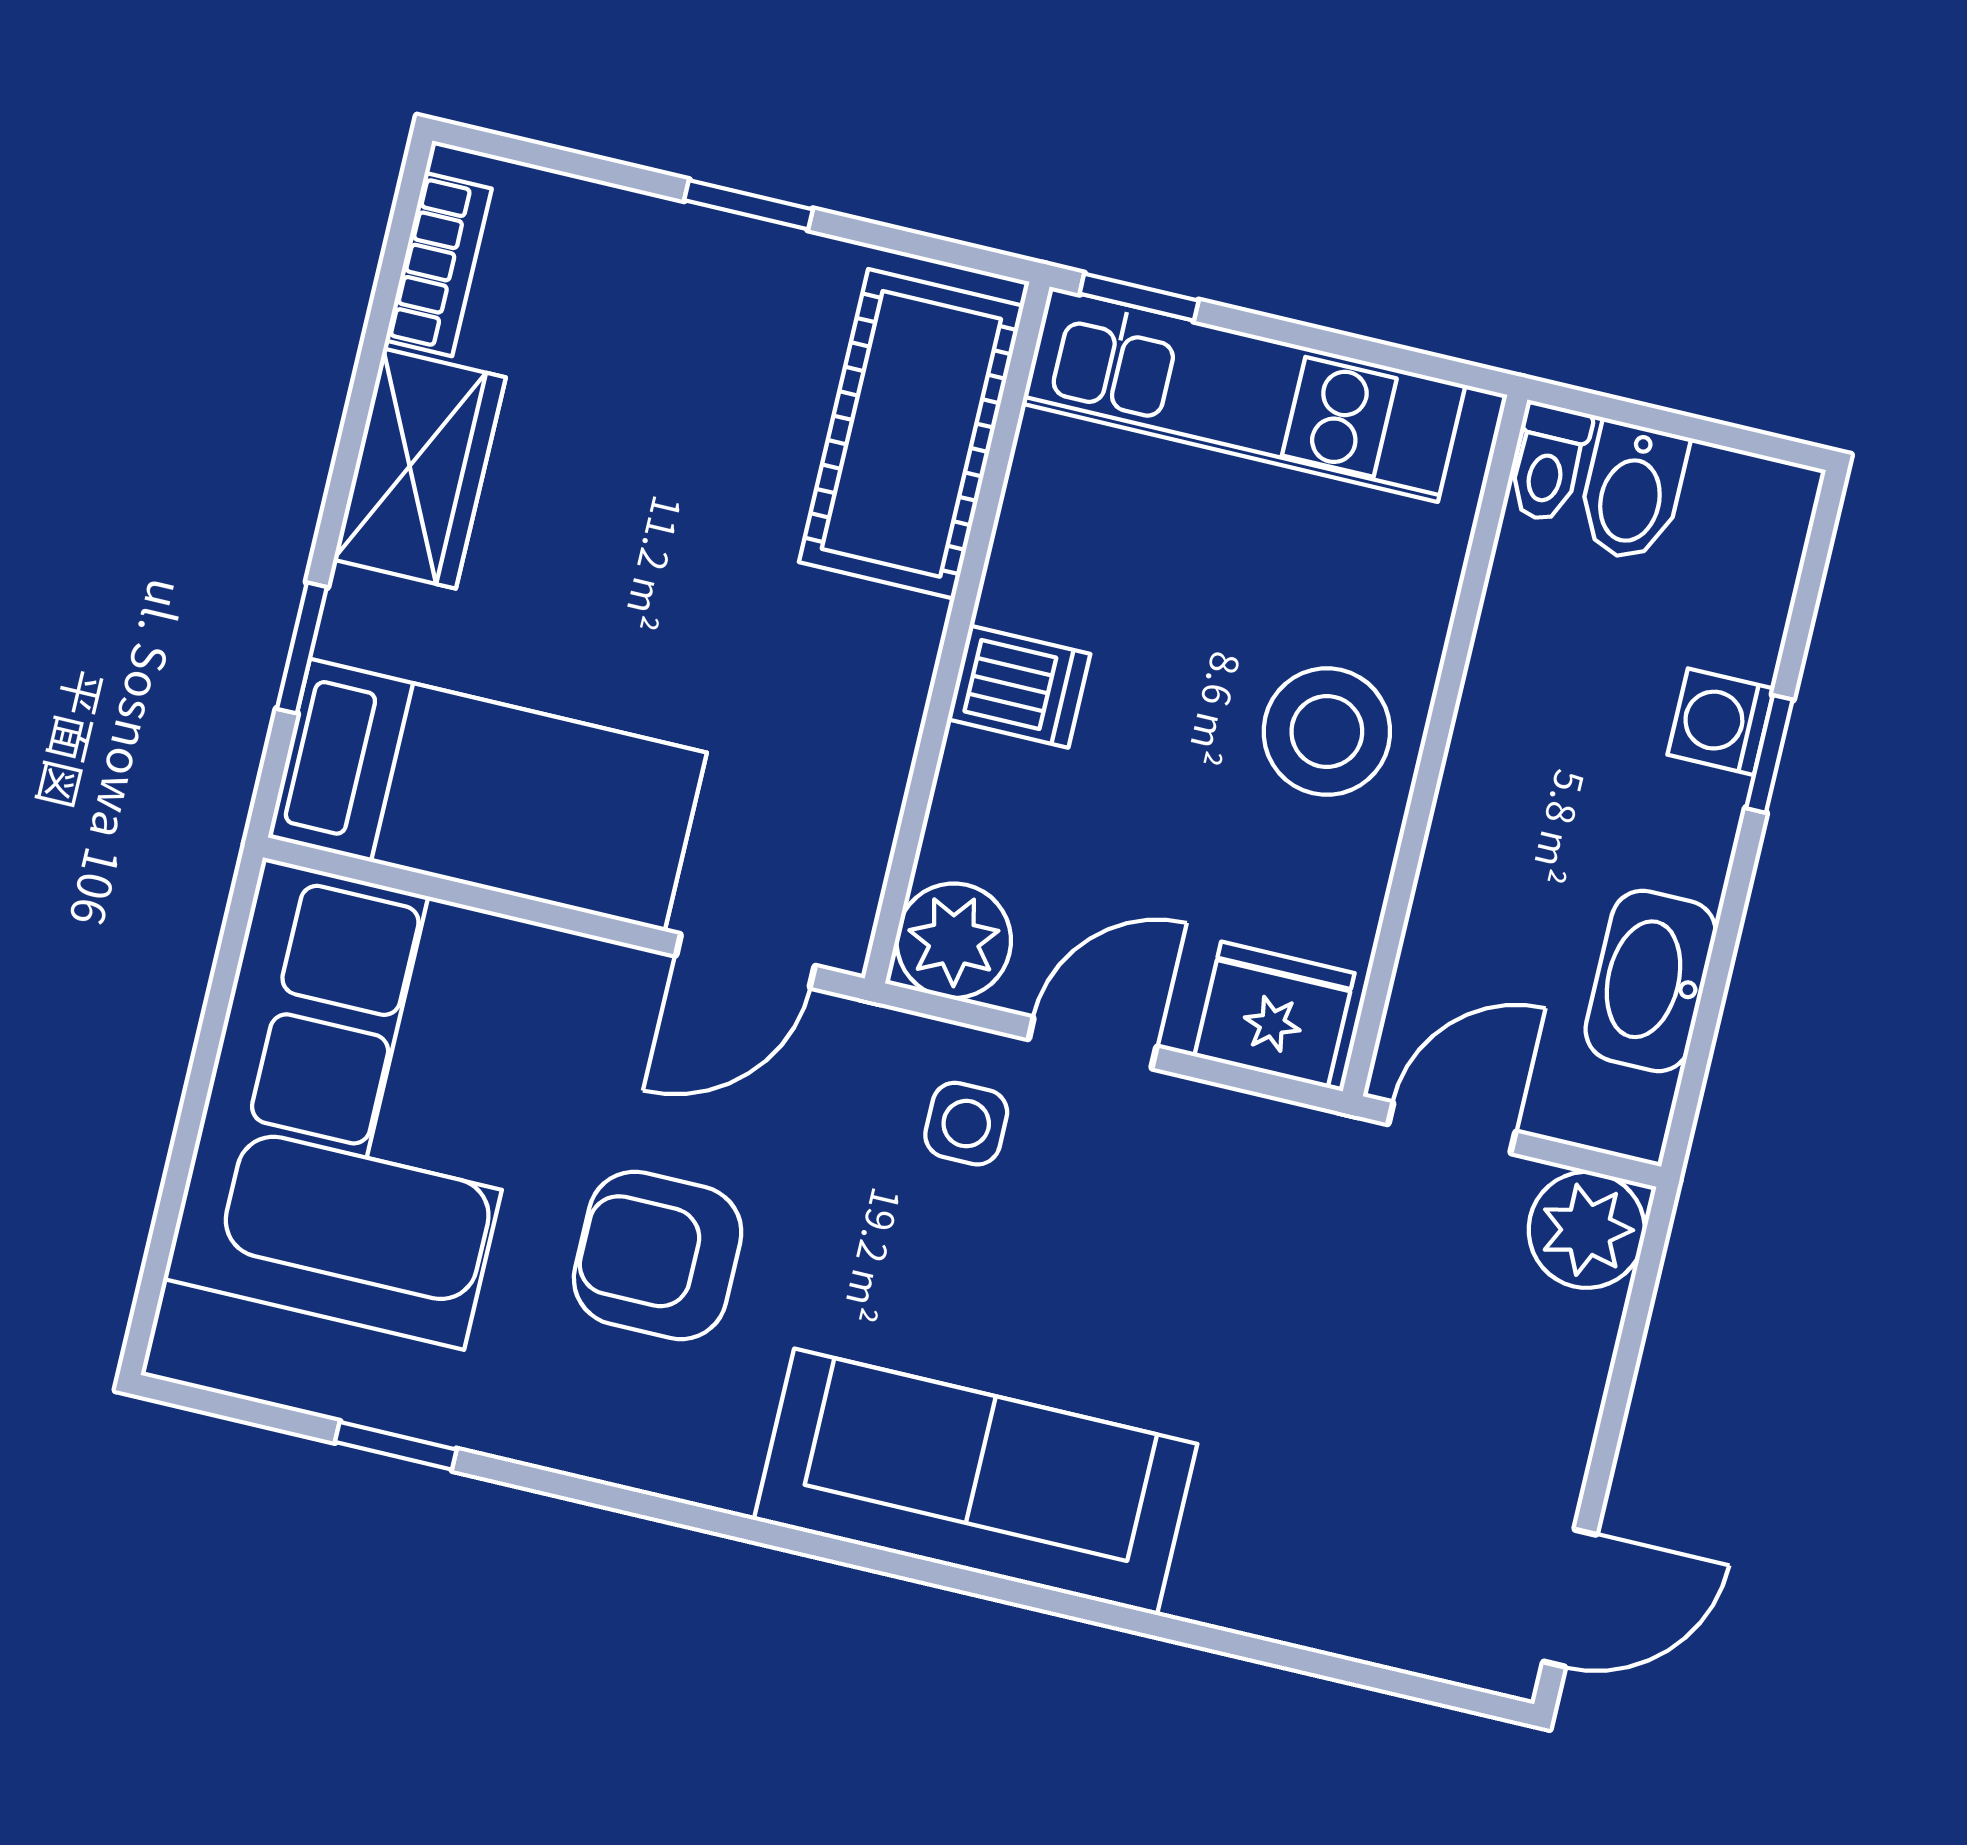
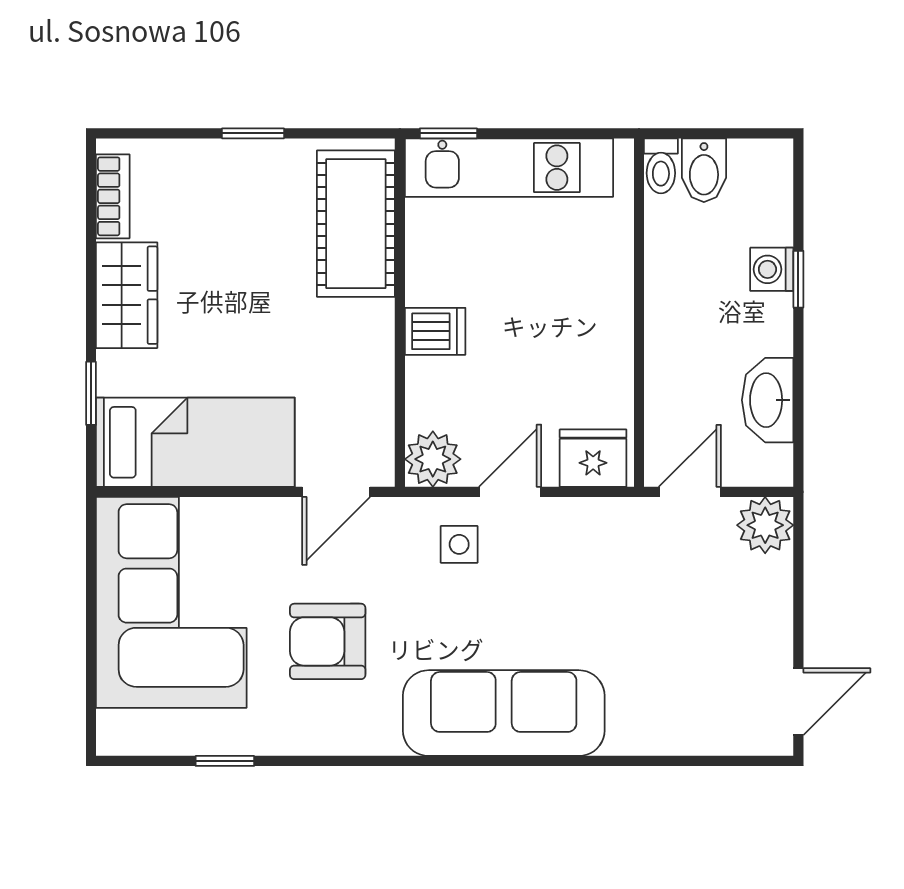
stool: (1327, 732) -> (586, 318), removed

